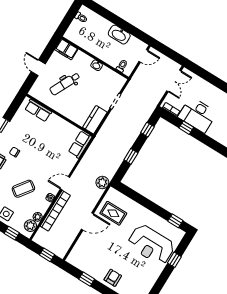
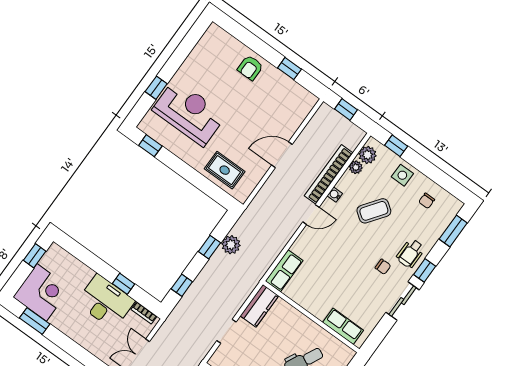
plant: (102, 183) -> (231, 245), moved
rug: (113, 213) -> (225, 170), moved

